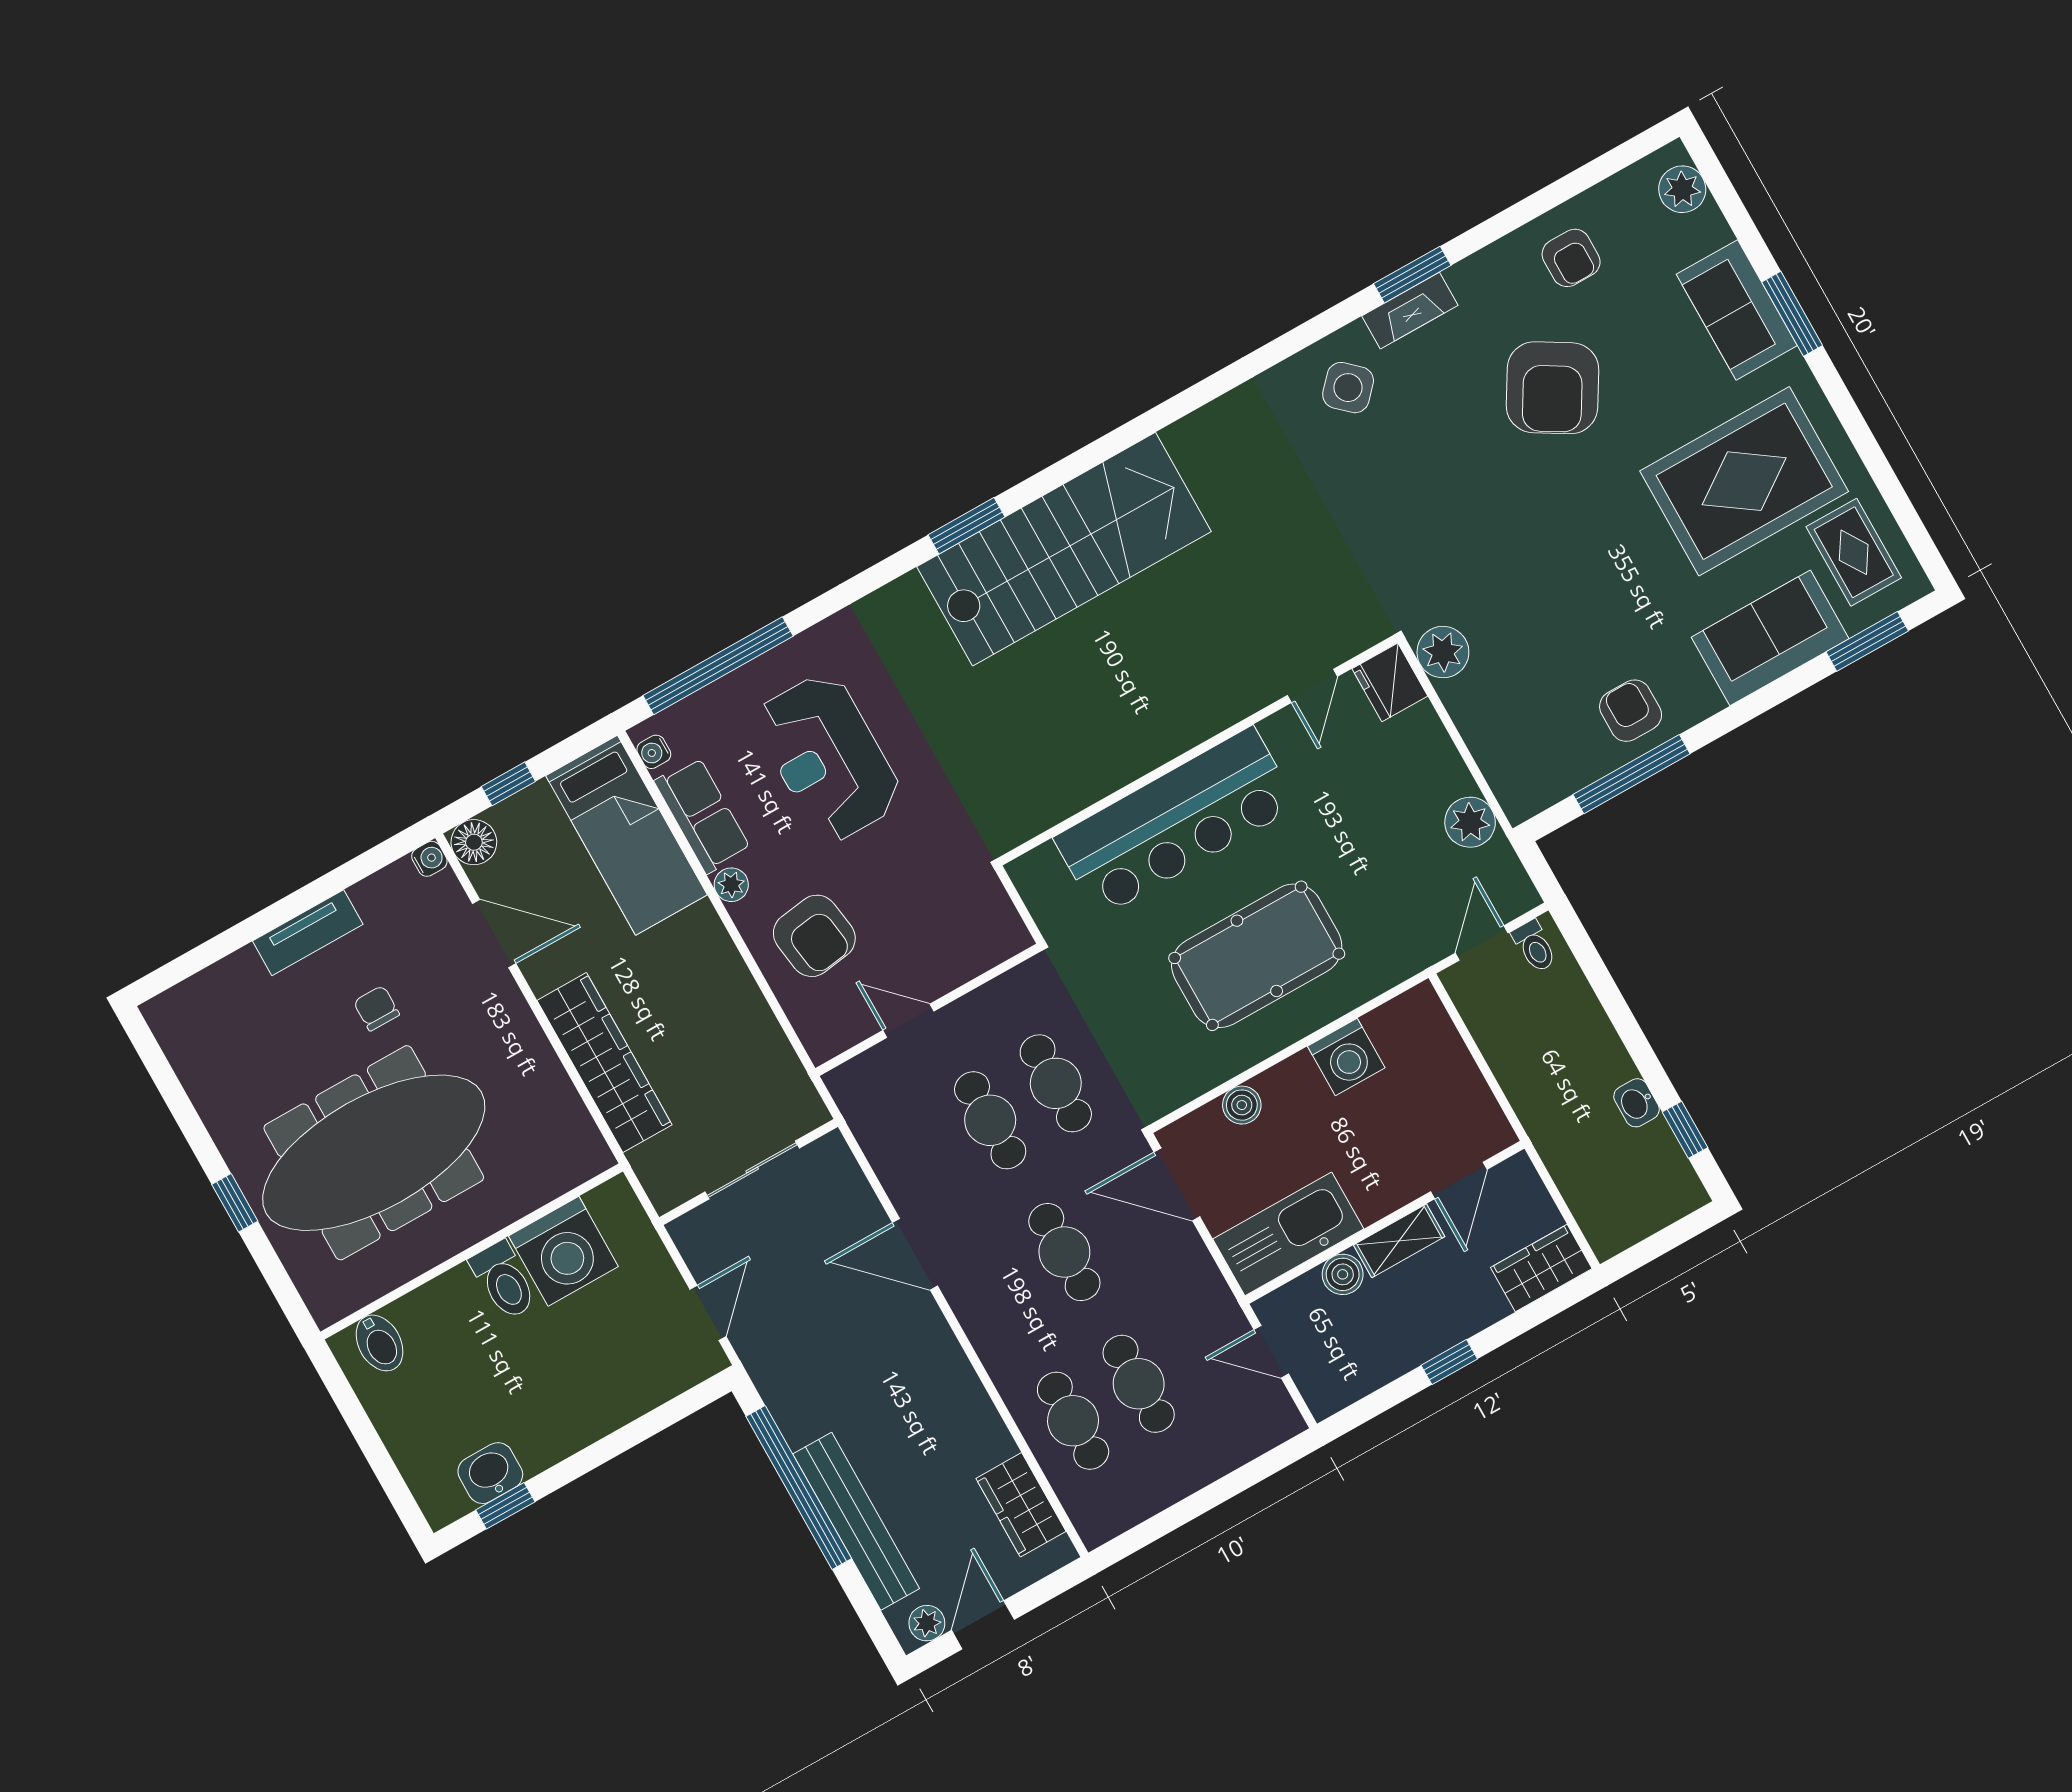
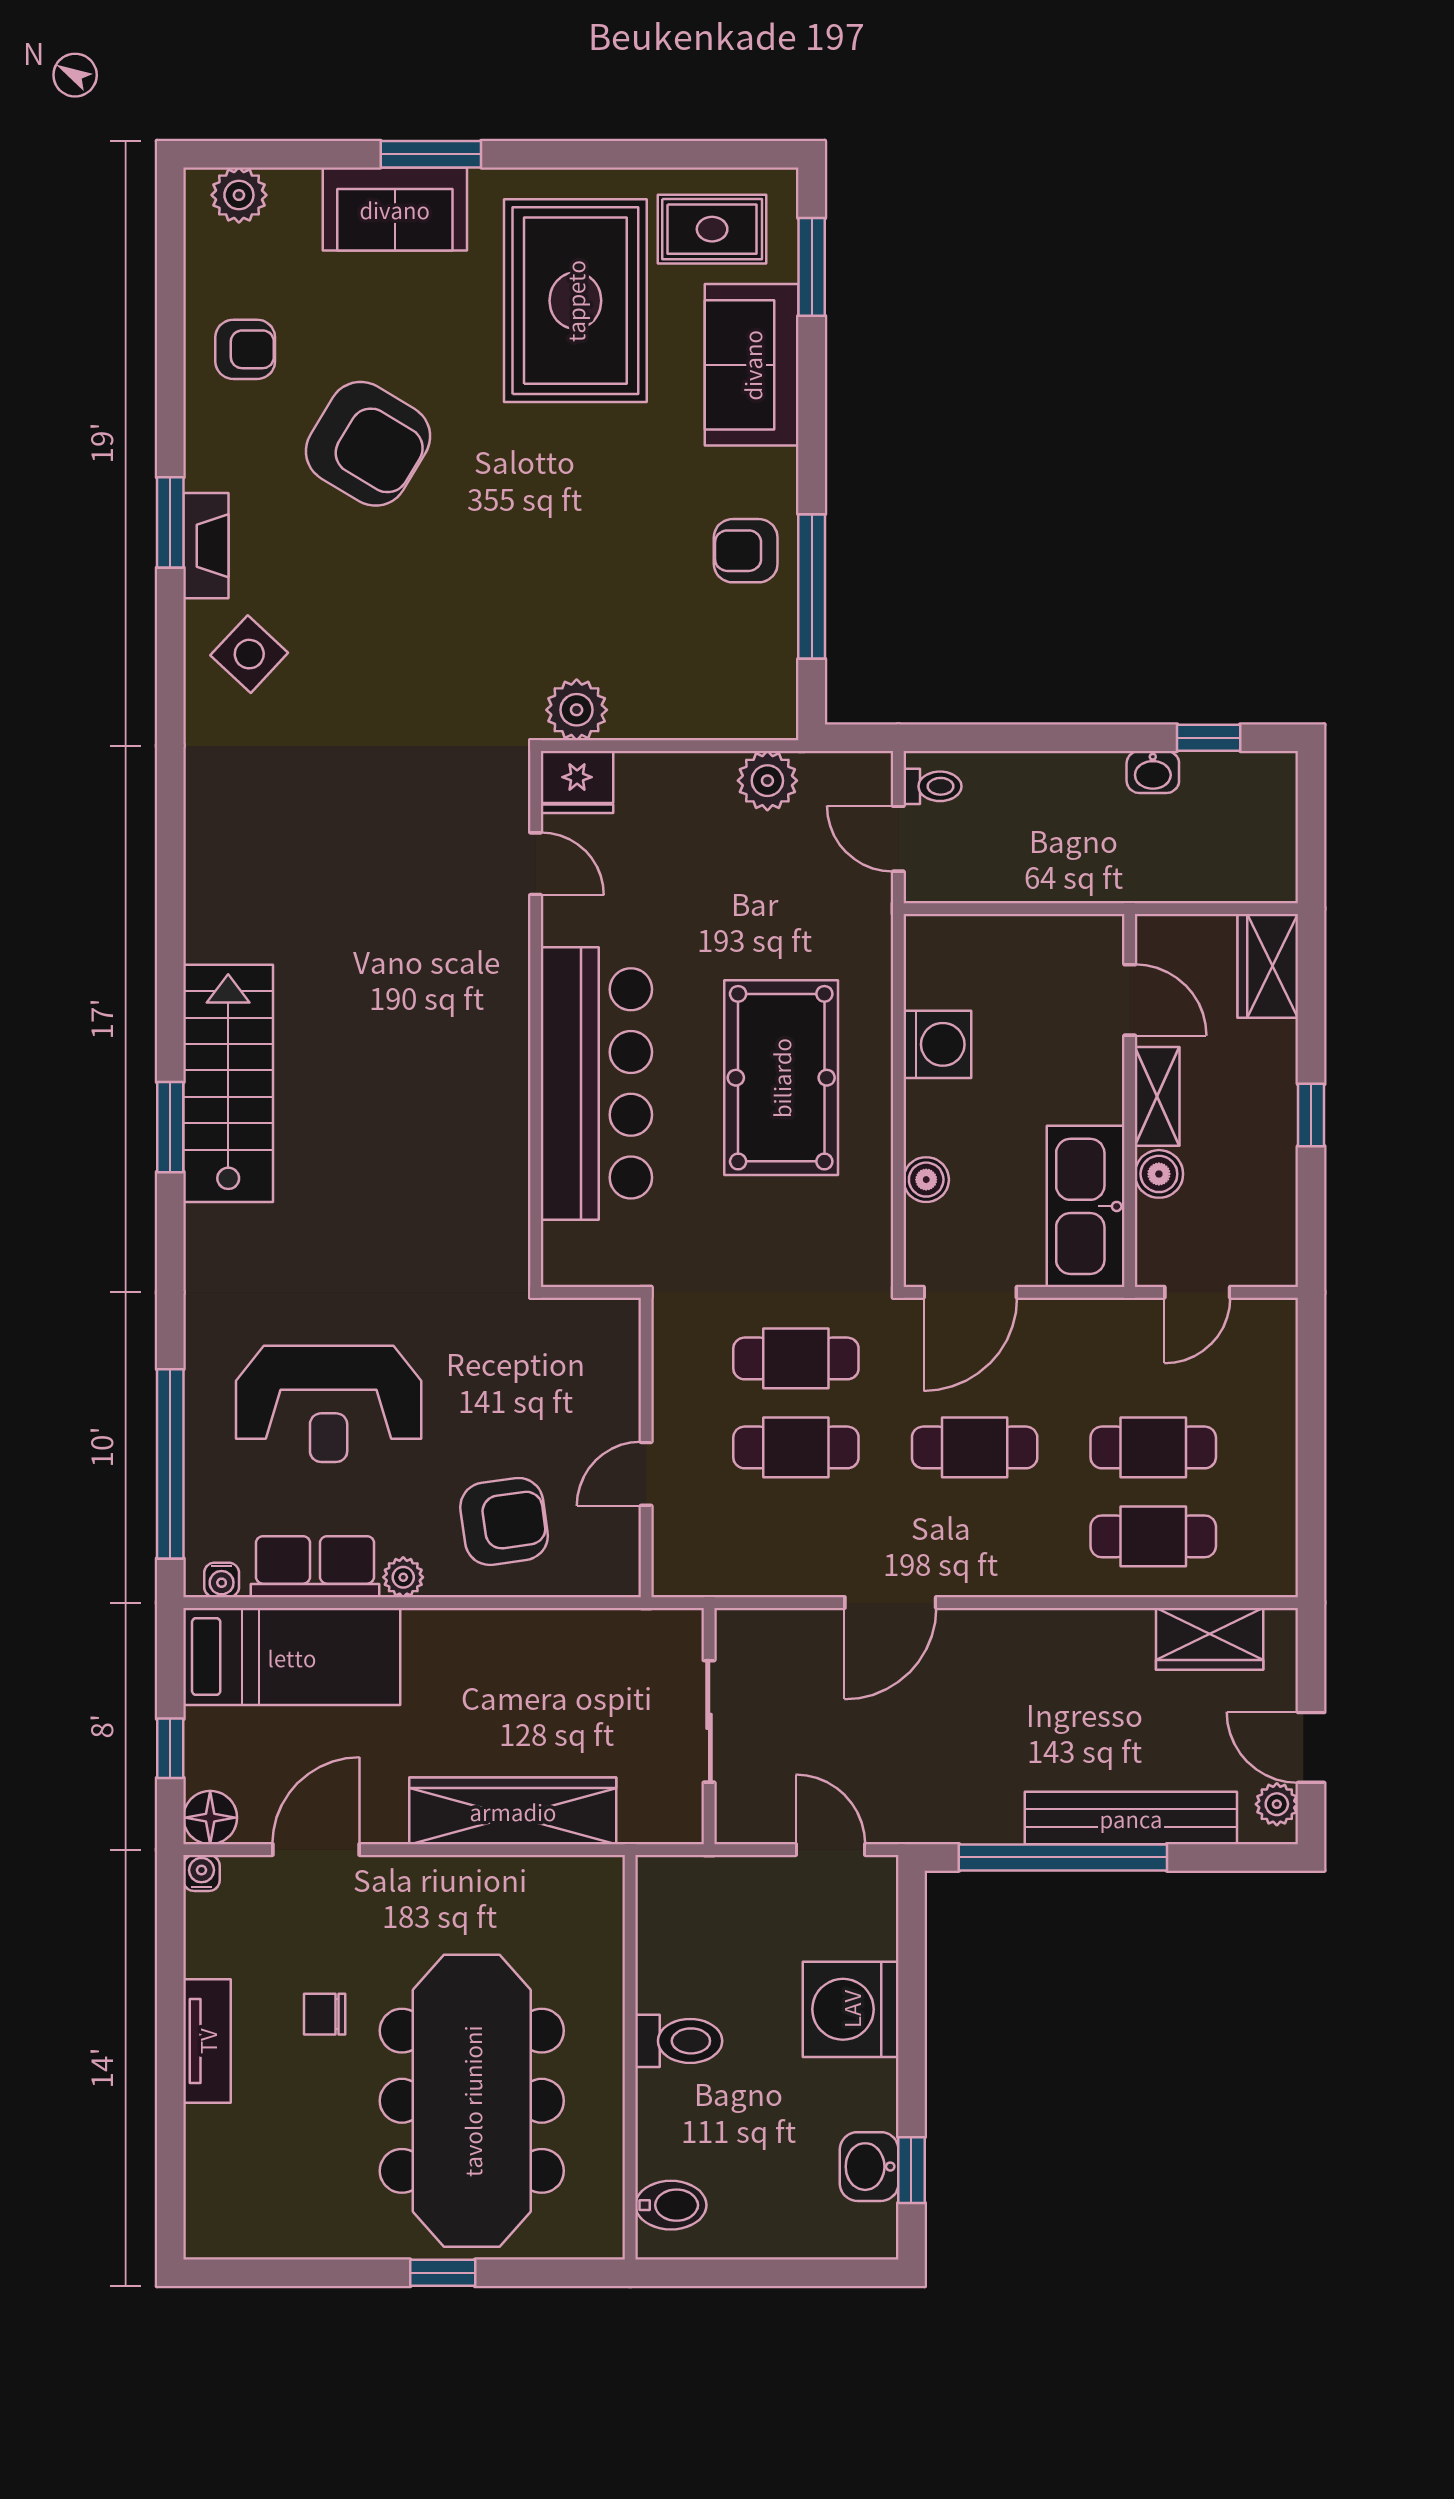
stairs: (1064, 549) -> (228, 1083), width x0.73, depth x0.66
washing machine: (563, 1251) -> (851, 2009), moved, turned 180

